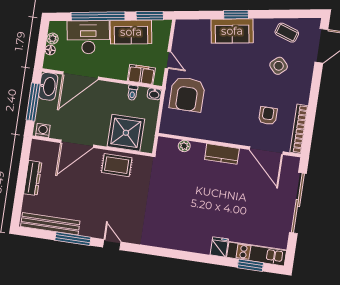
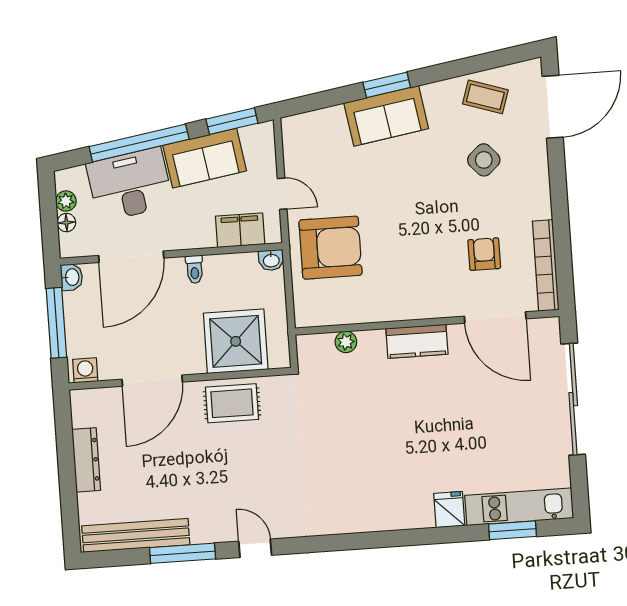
washbasin: (48, 86) -> (72, 277), width x0.52, depth x0.69
toilet: (132, 93) -> (195, 269), moved
armchair: (187, 94) -> (331, 248), turned -90

